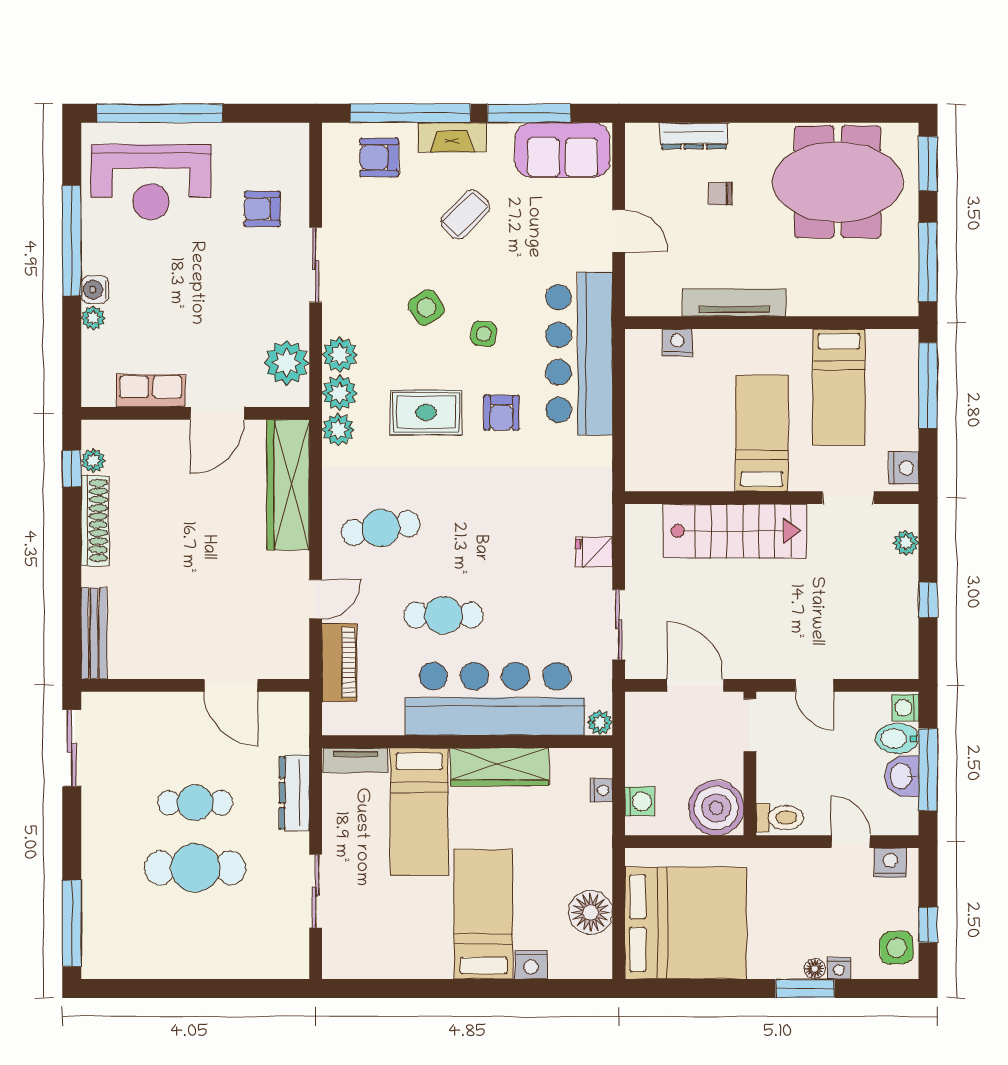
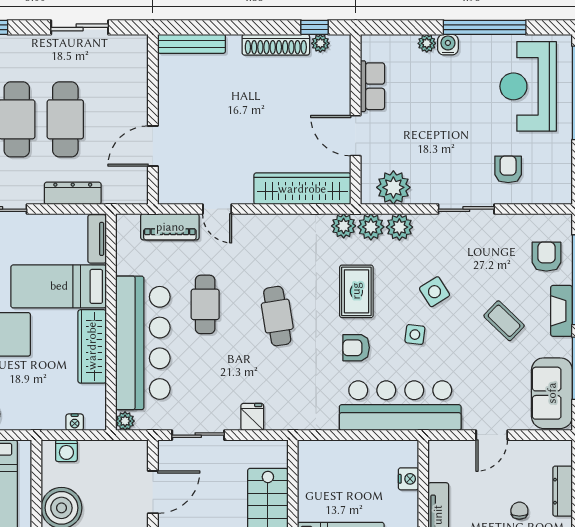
cafe table: (381, 528) -> (277, 316), moved
sliding door: (72, 748) -> (80, 27), moved
cafe table: (195, 803) -> (65, 119), width x1.37, depth x1.35

